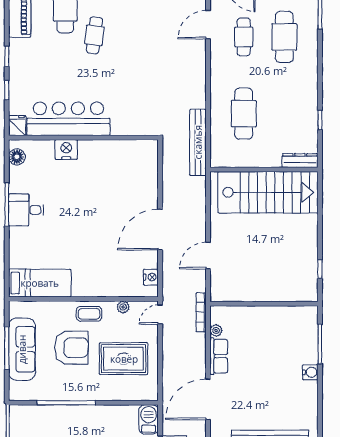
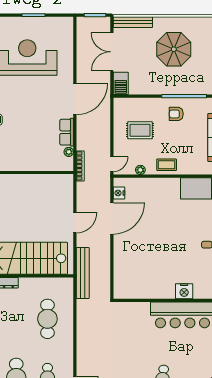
bench: (198, 142) -> (83, 273), moved
door: (160, 229) -> (112, 218), moved
door: (208, 256) -> (75, 223), moved
armchair: (71, 348) -> (176, 114), moved, width x0.53, depth x0.53
rug: (124, 359) -> (140, 130), width x0.73, depth x0.70

